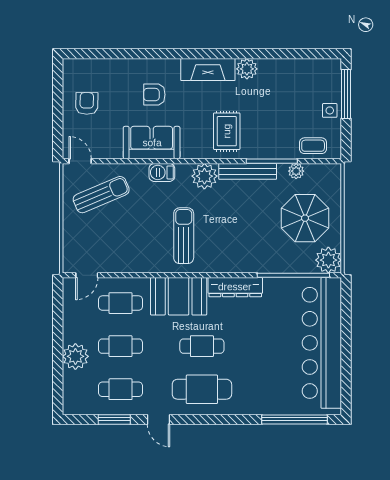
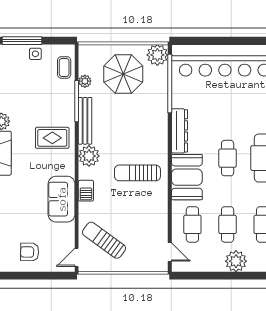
armchair: (154, 95) -> (22, 197), removed
sun lounger: (101, 195) -> (104, 240), turned -31

